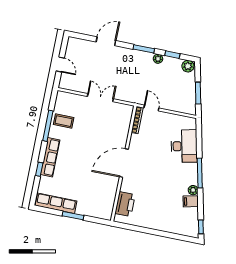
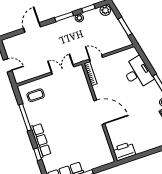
double door: (100, 98) -> (63, 70), moved
coffee table: (64, 121) -> (36, 95), moved
door: (124, 163) -> (99, 112), swing flipped
printer: (125, 204) -> (124, 151), moved, turned -90

